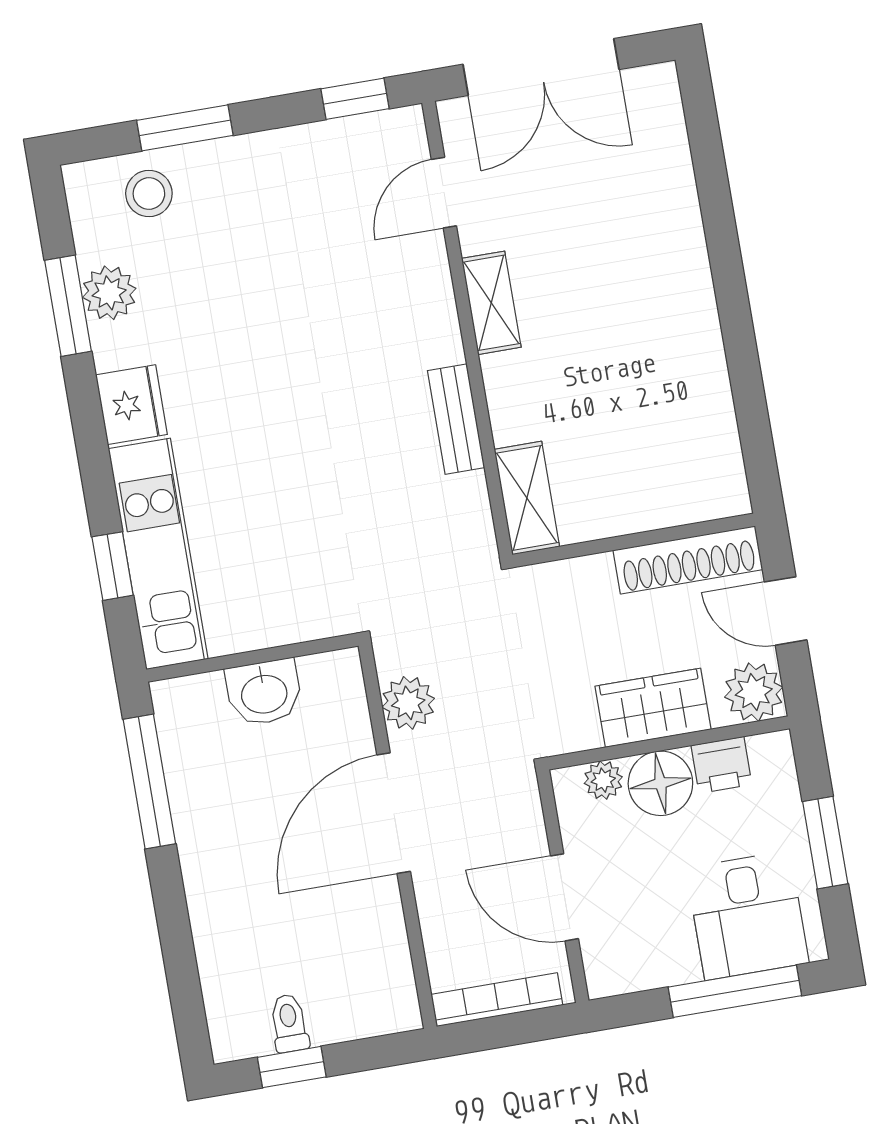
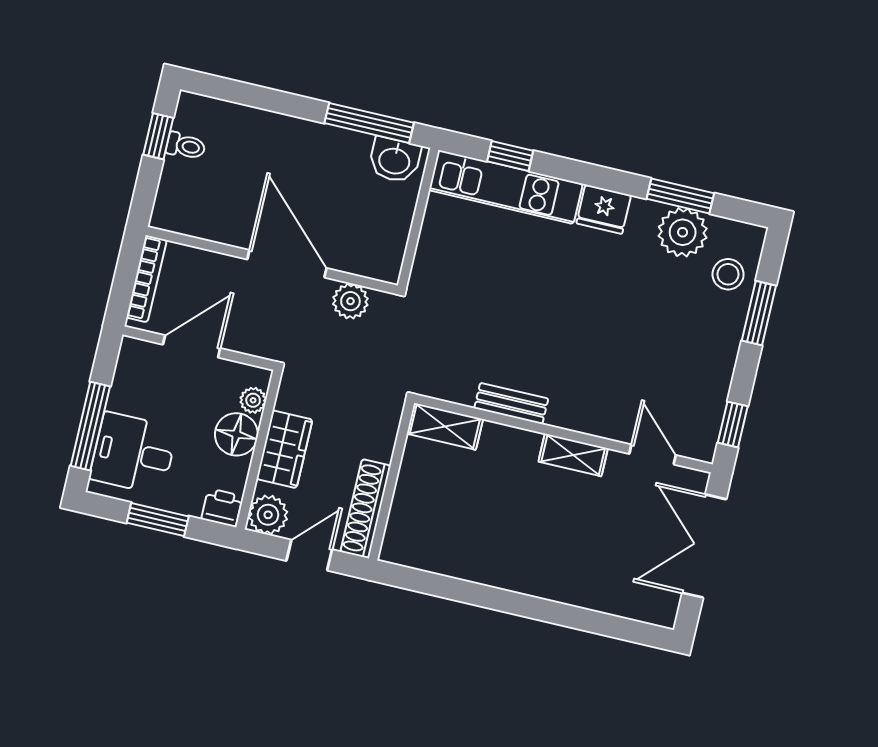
plant: (109, 293) -> (683, 232), width x1.36, depth x1.36
washbasin: (264, 692) -> (395, 160), moved, turned -90
printer: (721, 765) -> (222, 508), moved, turned 90

